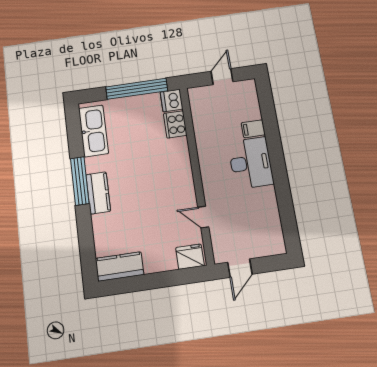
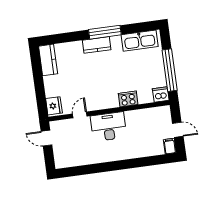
cooker: (175, 124) -> (128, 99), moved
filing cabinet: (253, 129) -> (170, 146), moved
desk: (251, 163) -> (109, 127), moved, turned 180

